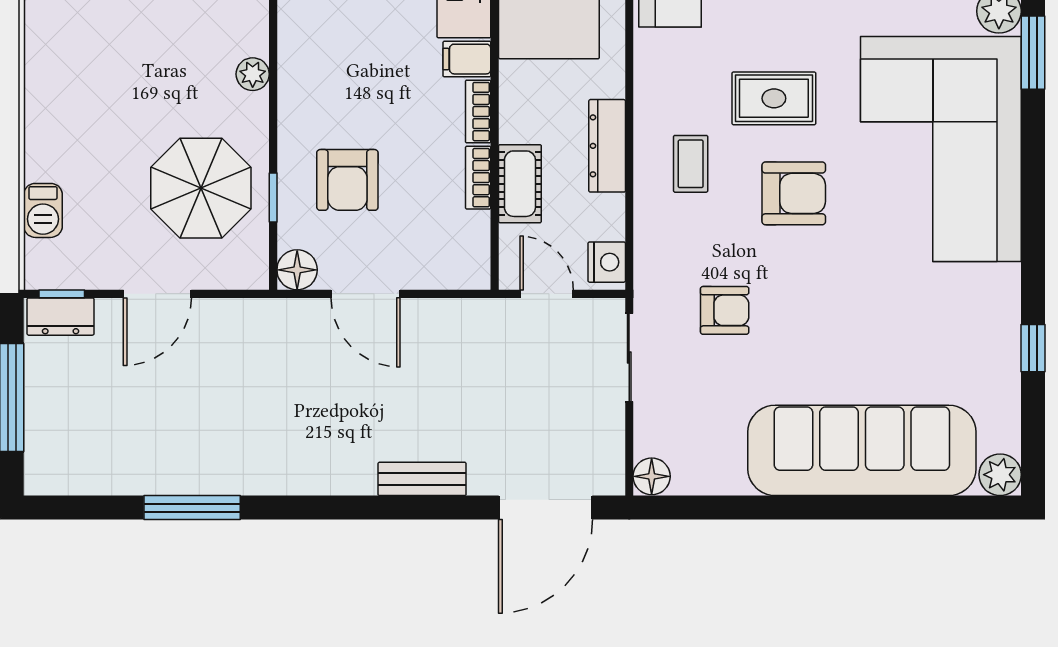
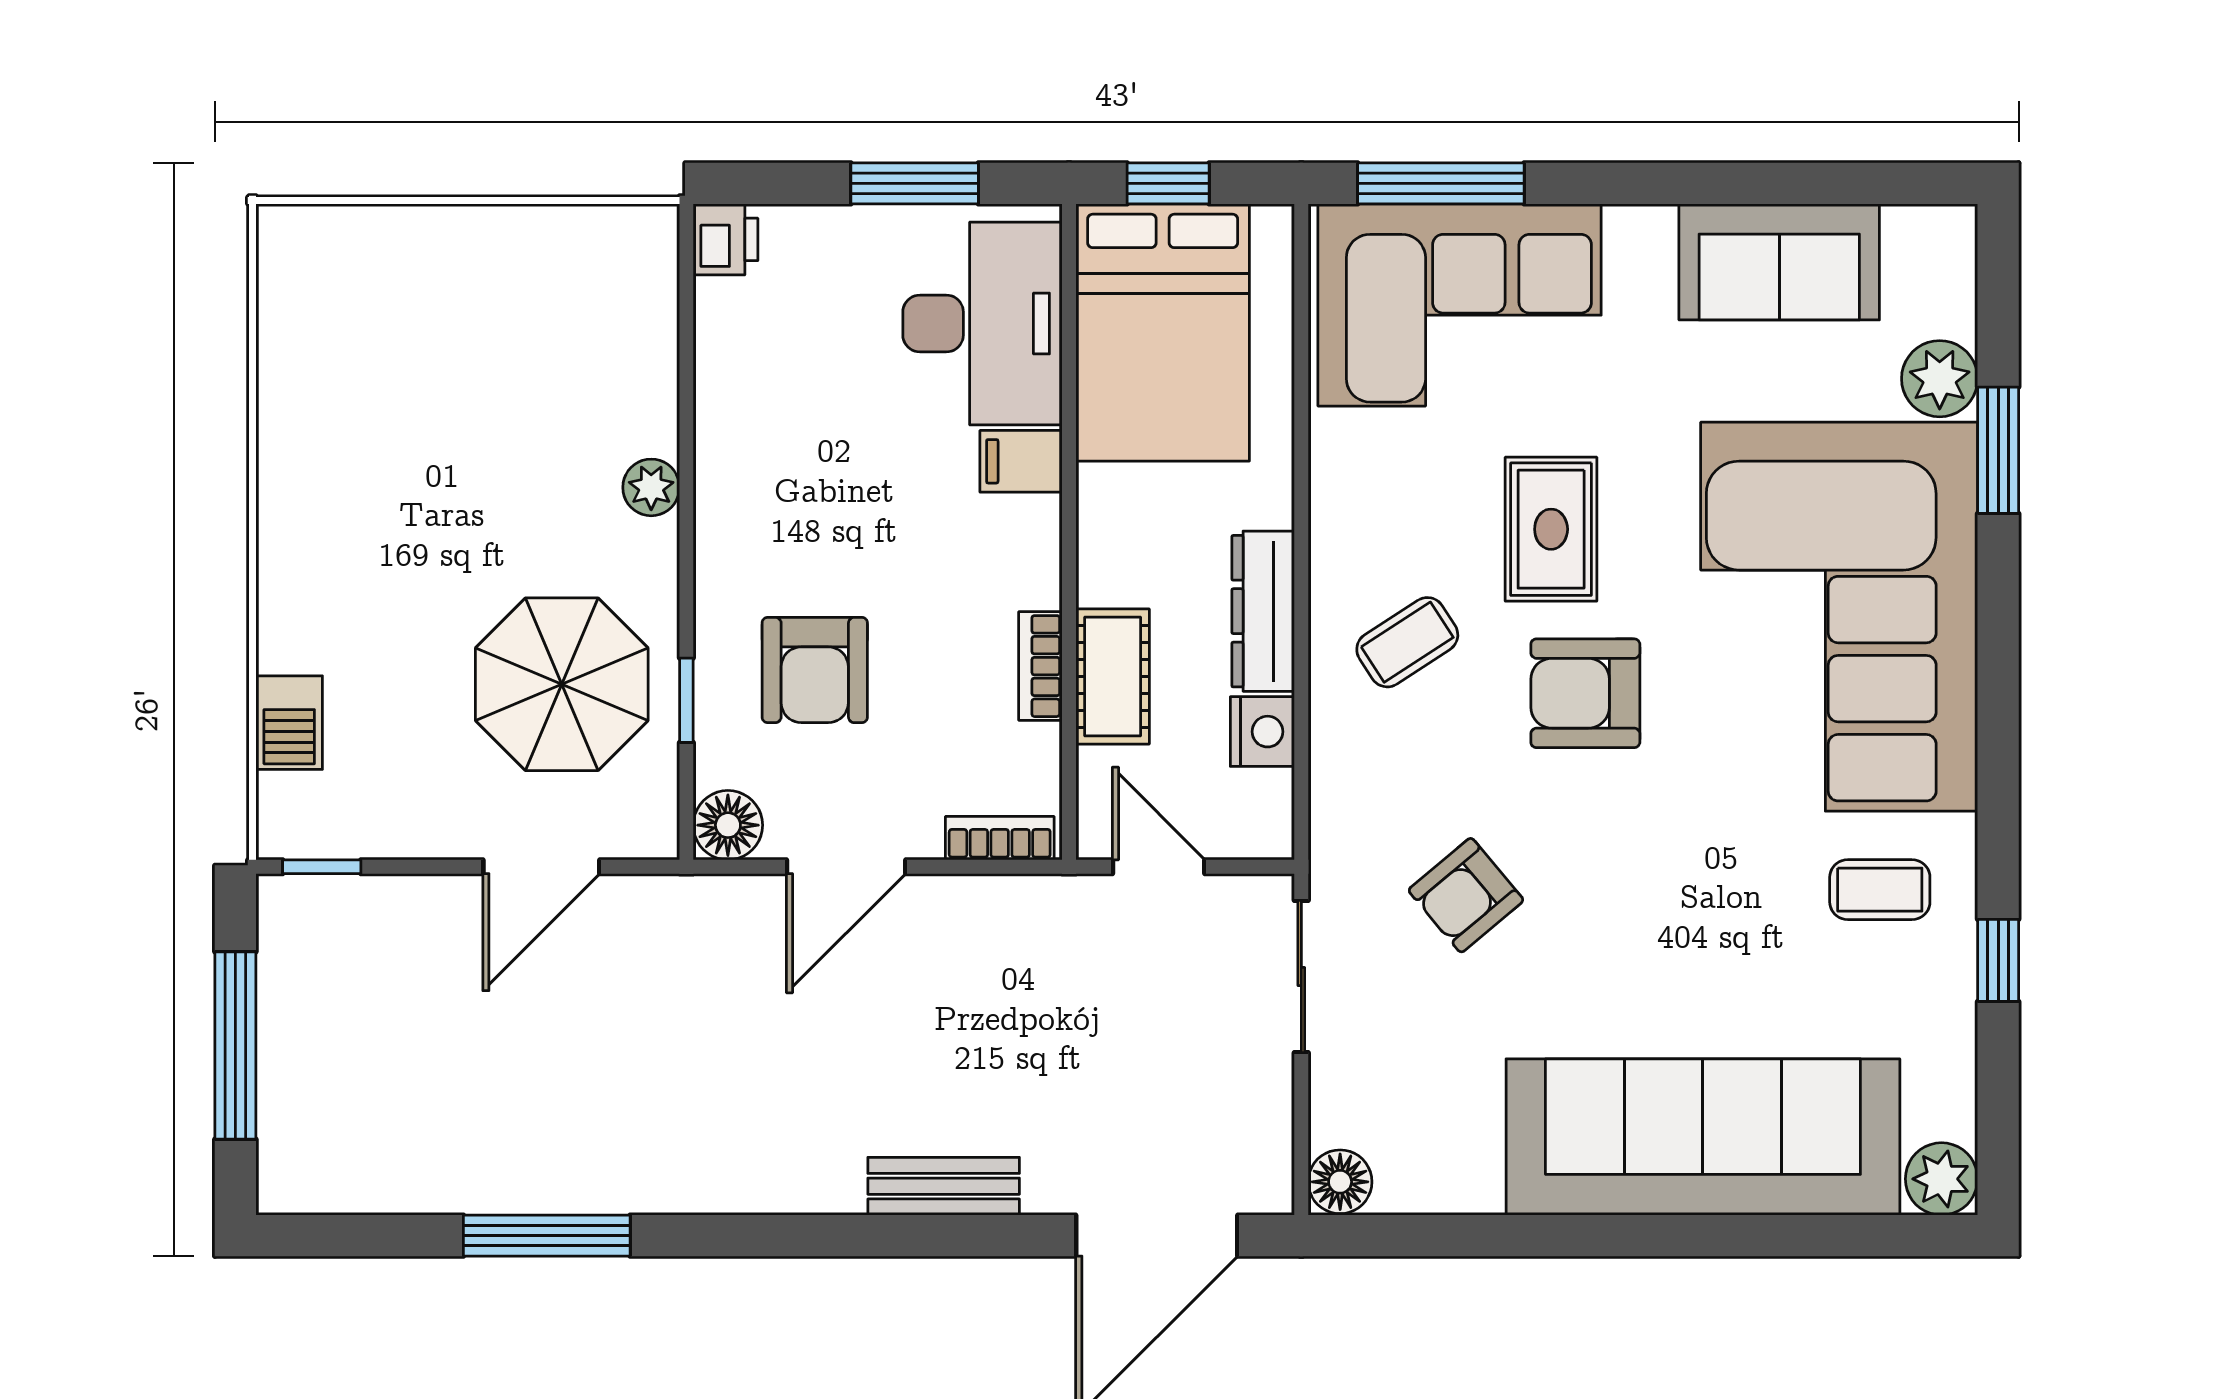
rug: (774, 98) -> (1551, 529), turned 90
bookcase: (478, 112) -> (1000, 838), moved, turned 90
coffee table: (691, 164) -> (1407, 642), turned 57
armchair: (794, 193) -> (1585, 693), turned 180
nightstand: (607, 262) -> (1262, 732), moved
door: (157, 294) -> (541, 867), moved
door: (366, 294) -> (846, 867), hinge flipped
coffee table: (964, 307) -> (1880, 890), added
armchair: (725, 310) -> (1466, 895), turned 140
dresser: (61, 317) -> (320, 906), removed

